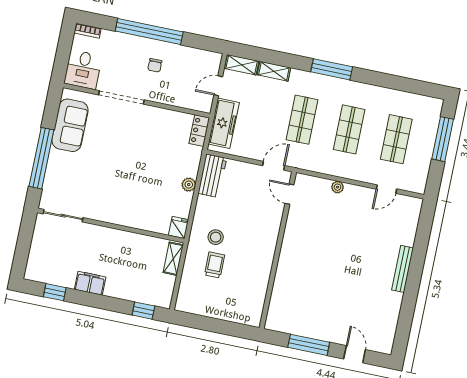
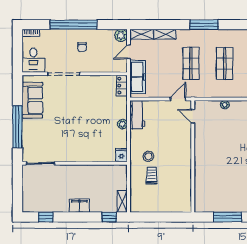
plant: (213, 60) -> (121, 35), added
shelving: (173, 259) -> (122, 201), moved
filing cabinet: (90, 283) -> (79, 206), moved

